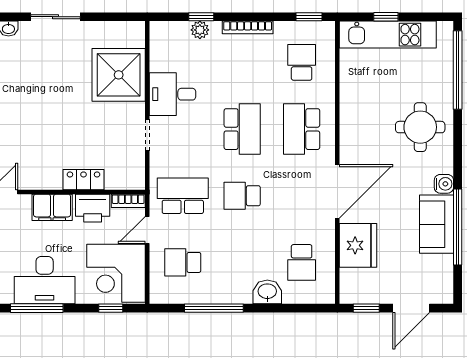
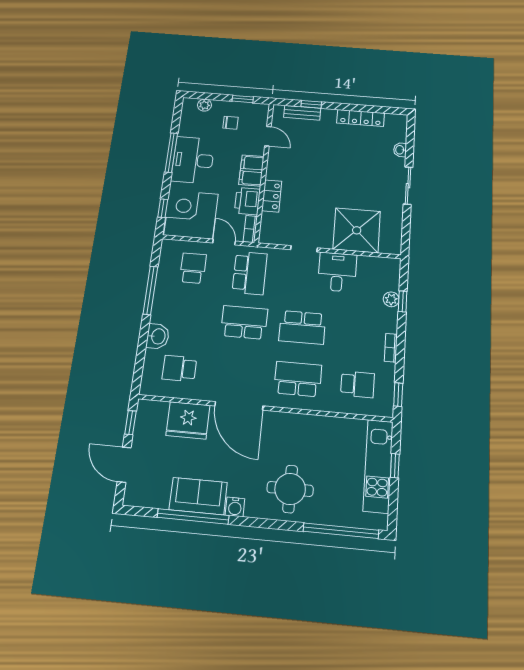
bookcase: (248, 27) -> (391, 348), width x0.64
school desk: (242, 196) -> (244, 322), width x1.85

